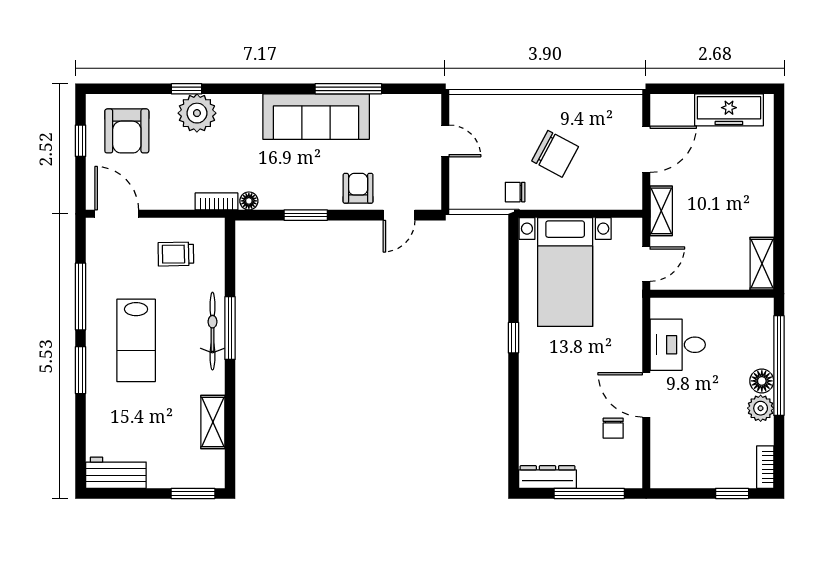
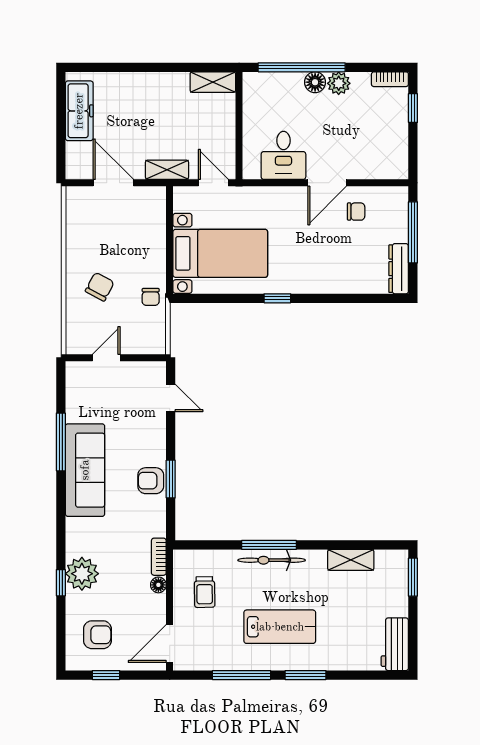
armchair: (127, 131) -> (97, 635), width x0.72, depth x0.72
chair: (555, 154) -> (100, 287), moved, width x0.73, depth x0.73
armchair: (358, 188) -> (151, 481), moved
floor lamp: (249, 201) -> (158, 585), moved

